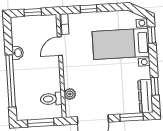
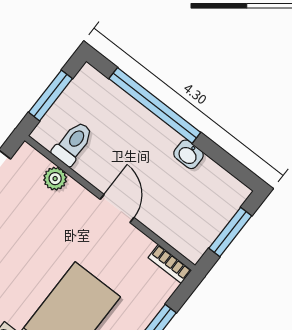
window: (33, 12) -> (230, 232), width x1.50
door: (60, 46) -> (117, 208), moved

